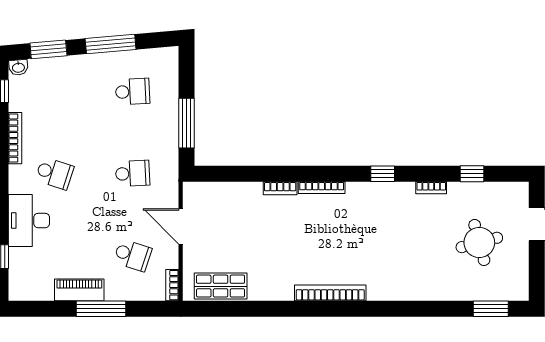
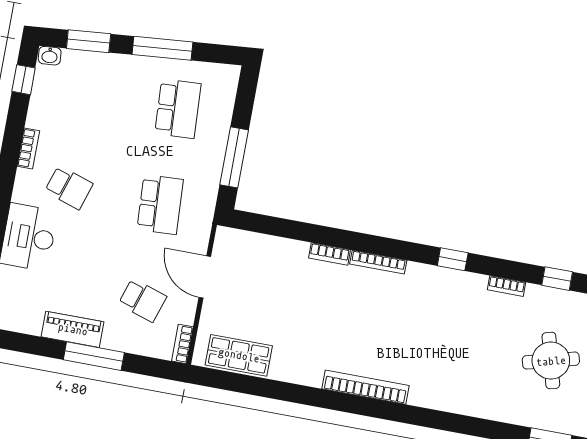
school desk: (133, 91) -> (178, 109), width x1.85
bookcase: (15, 138) -> (28, 148), width x0.64
school desk: (133, 173) -> (160, 204), width x1.85

